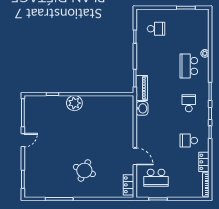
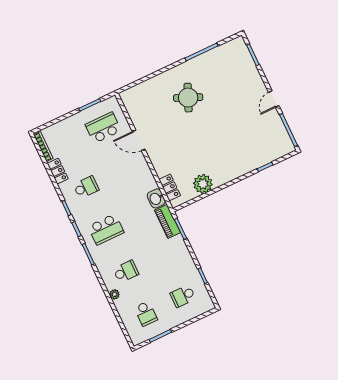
school desk: (189, 29) -> (146, 314), added
school desk: (189, 66) -> (126, 271), width x0.54
plant: (74, 103) -> (203, 184), moved
school desk: (189, 103) -> (106, 229), width x1.85
locker: (128, 185) -> (170, 187), moved

